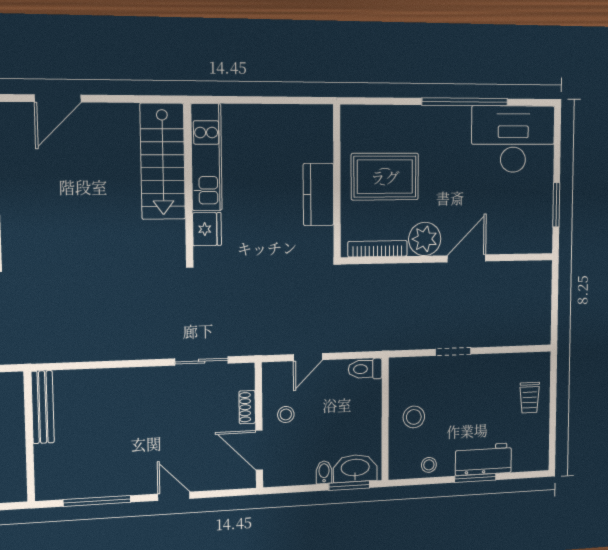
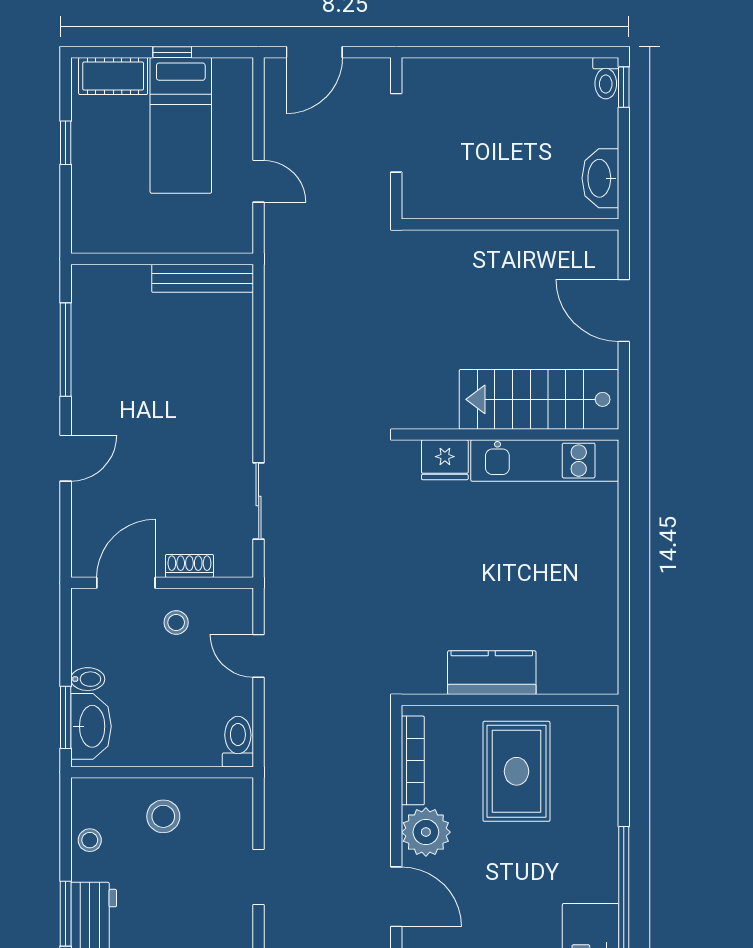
kitchen unit: (206, 157) -> (545, 461), moved
stairs: (163, 161) -> (539, 399), moved
wall: (188, 182) -> (510, 435), moved
fridge: (207, 229) -> (445, 460), moved

